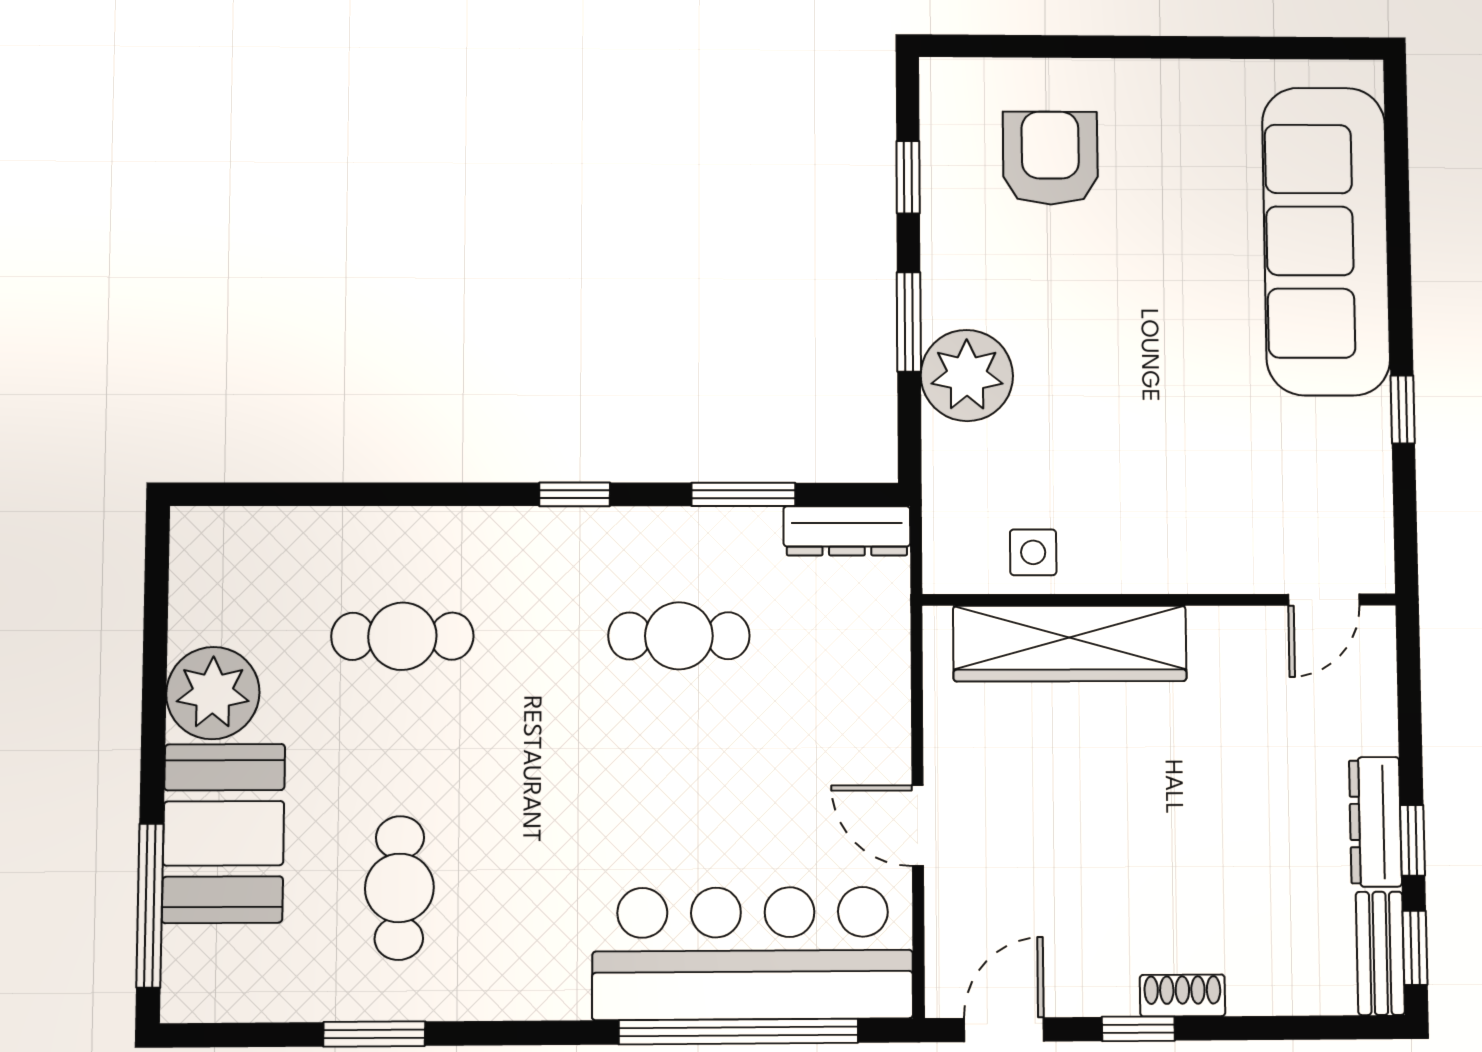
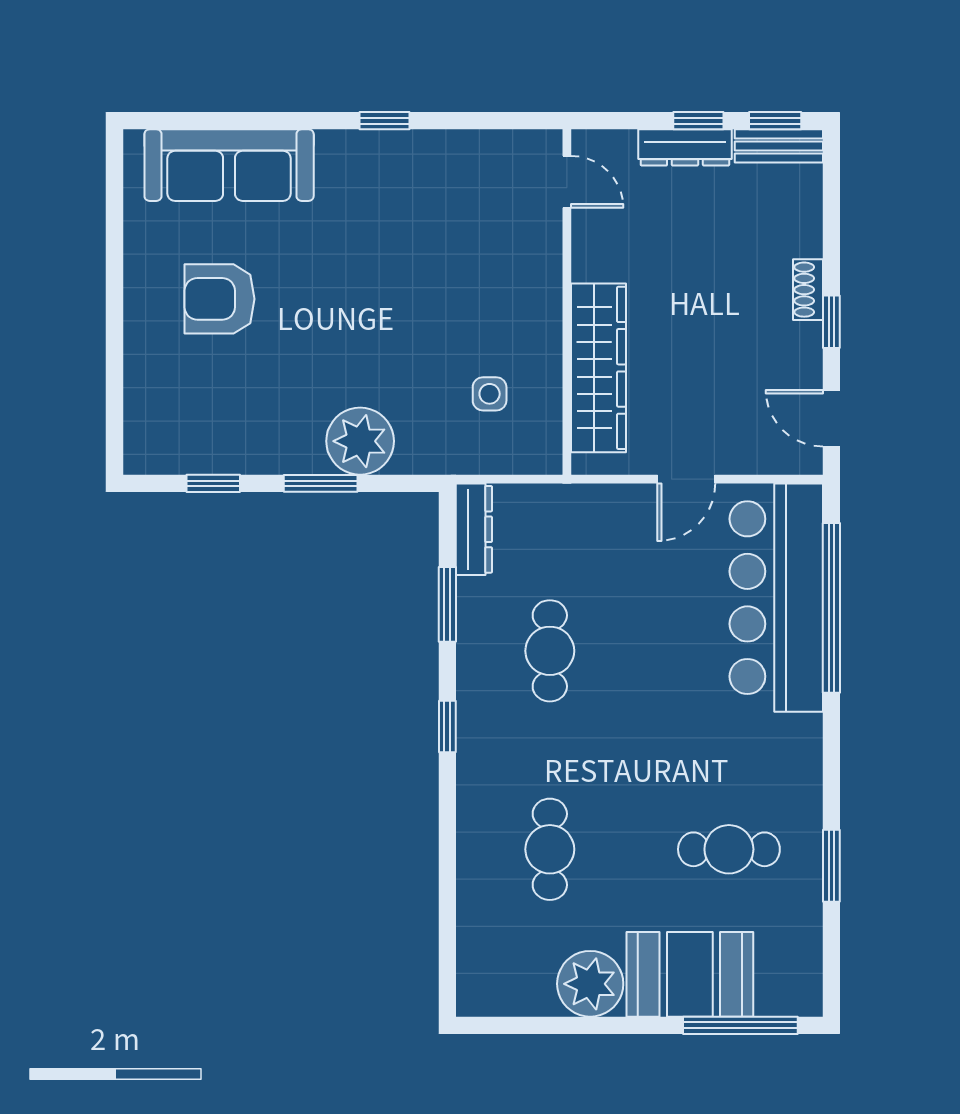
armchair: (1050, 158) -> (219, 299), moved
sofa: (1326, 241) -> (229, 165), width x0.74, depth x0.79
wall: (1160, 600) -> (567, 302), moved
door: (1324, 600) -> (567, 182), moved
wardrobe: (1070, 644) -> (598, 368), moved

